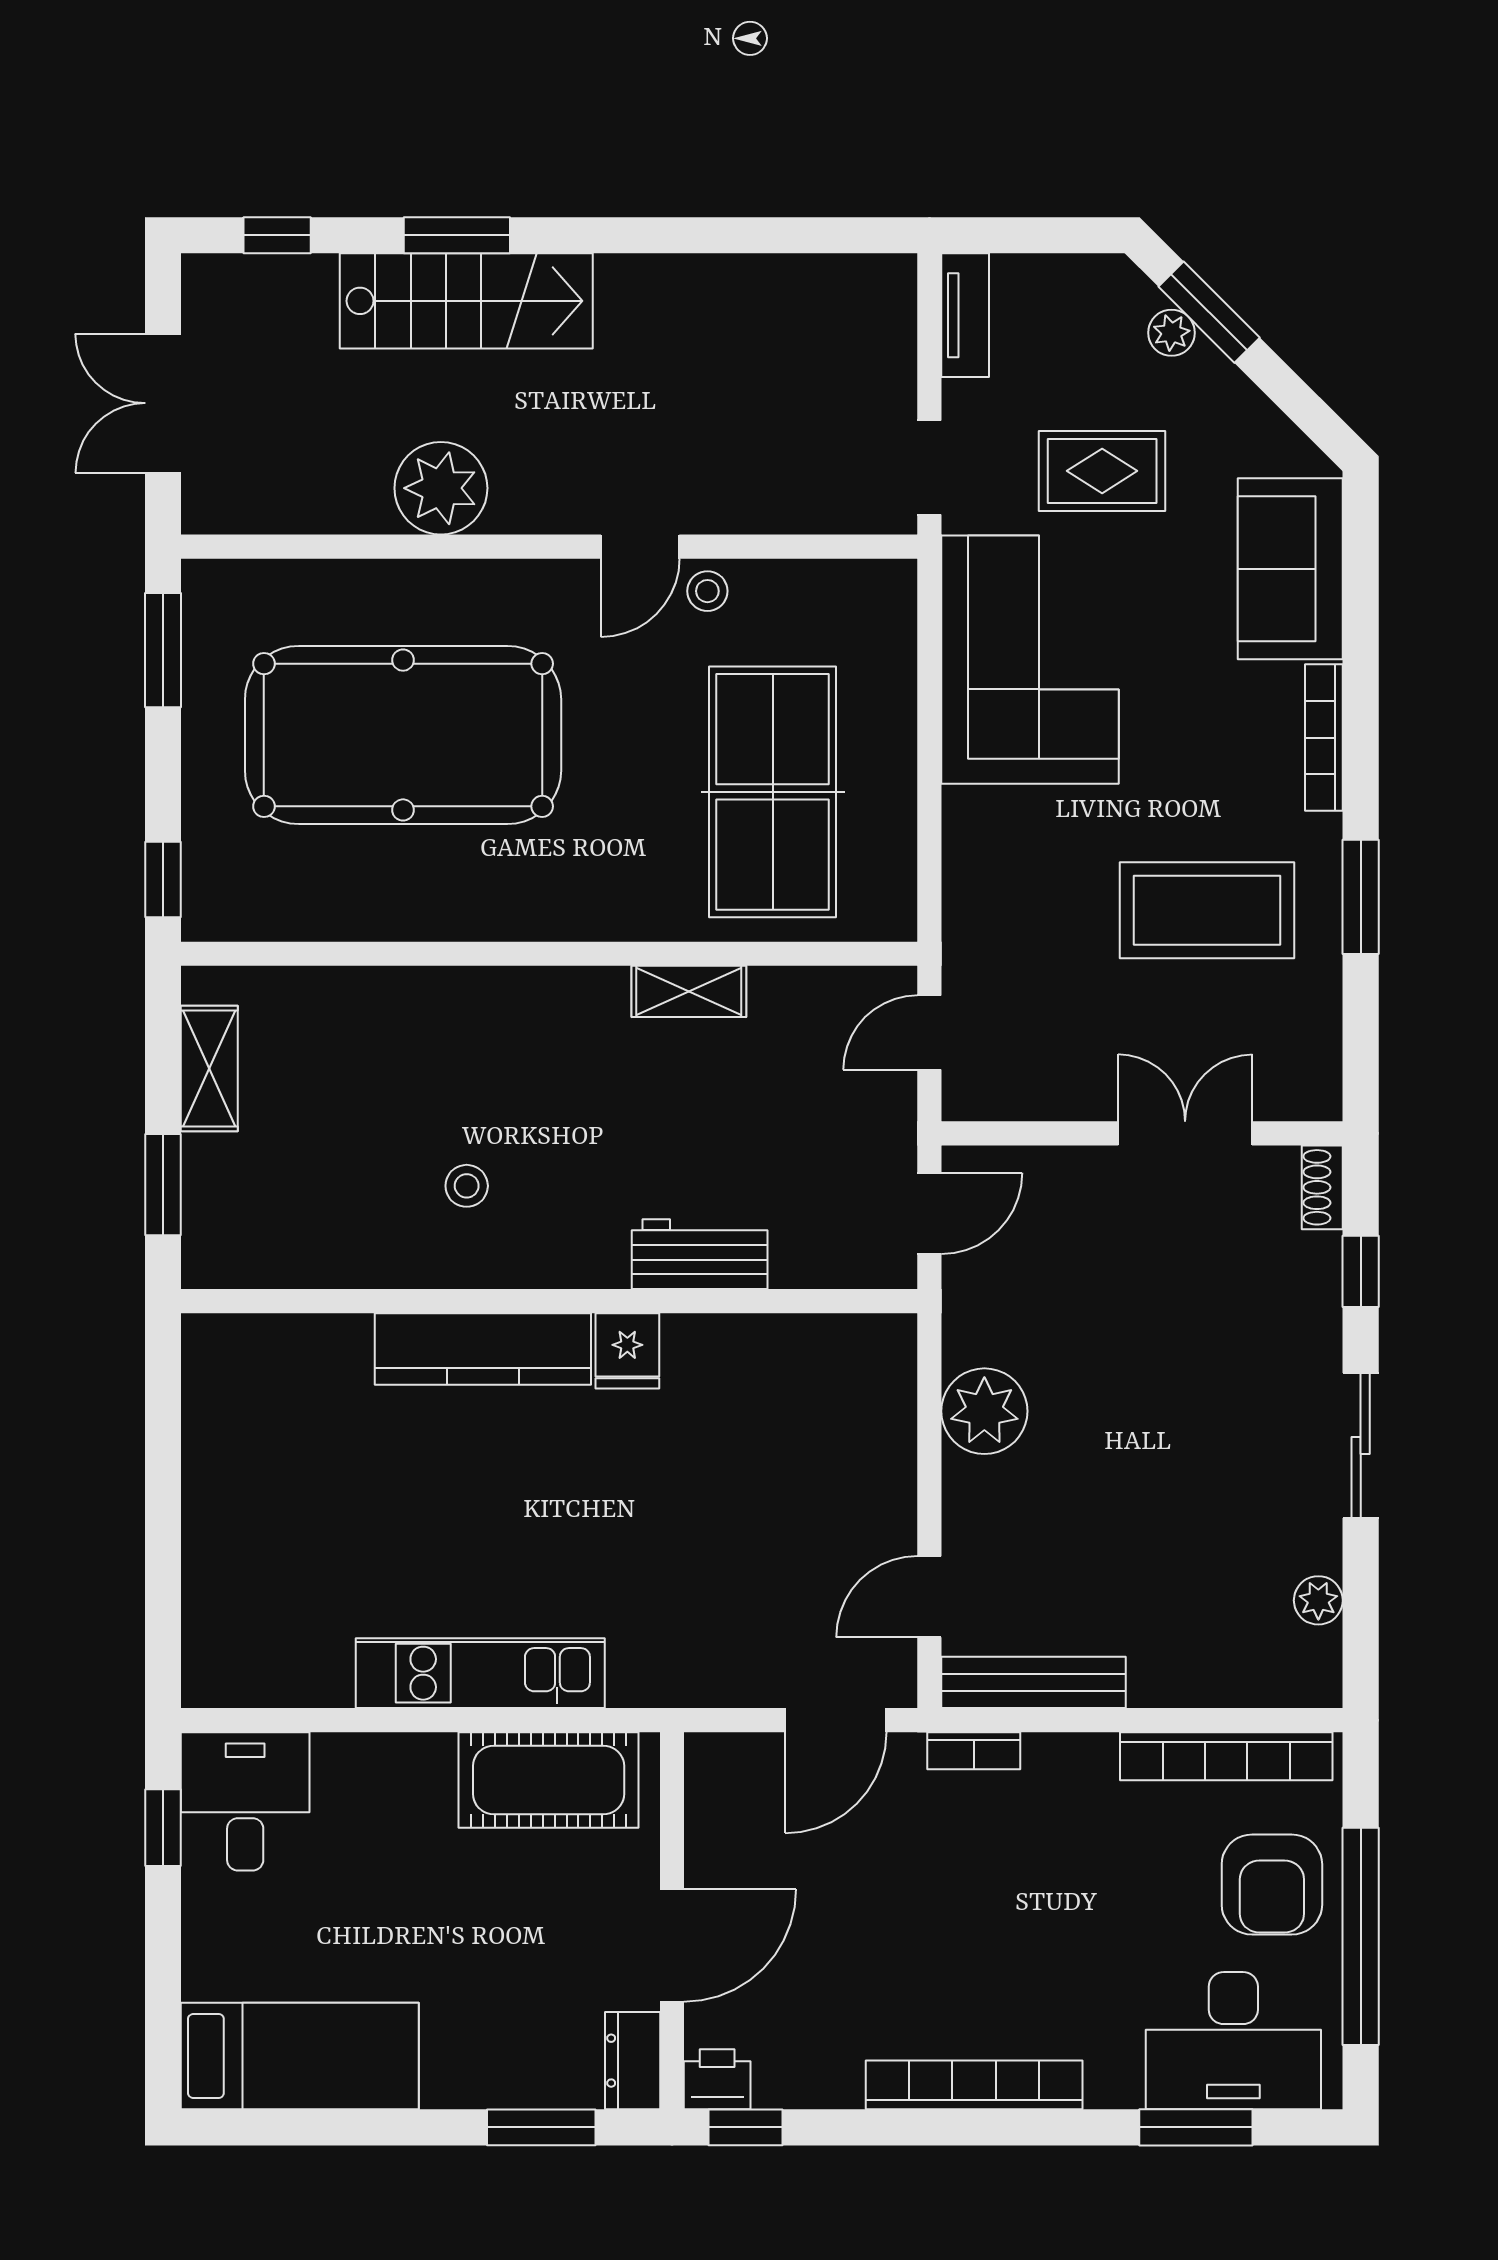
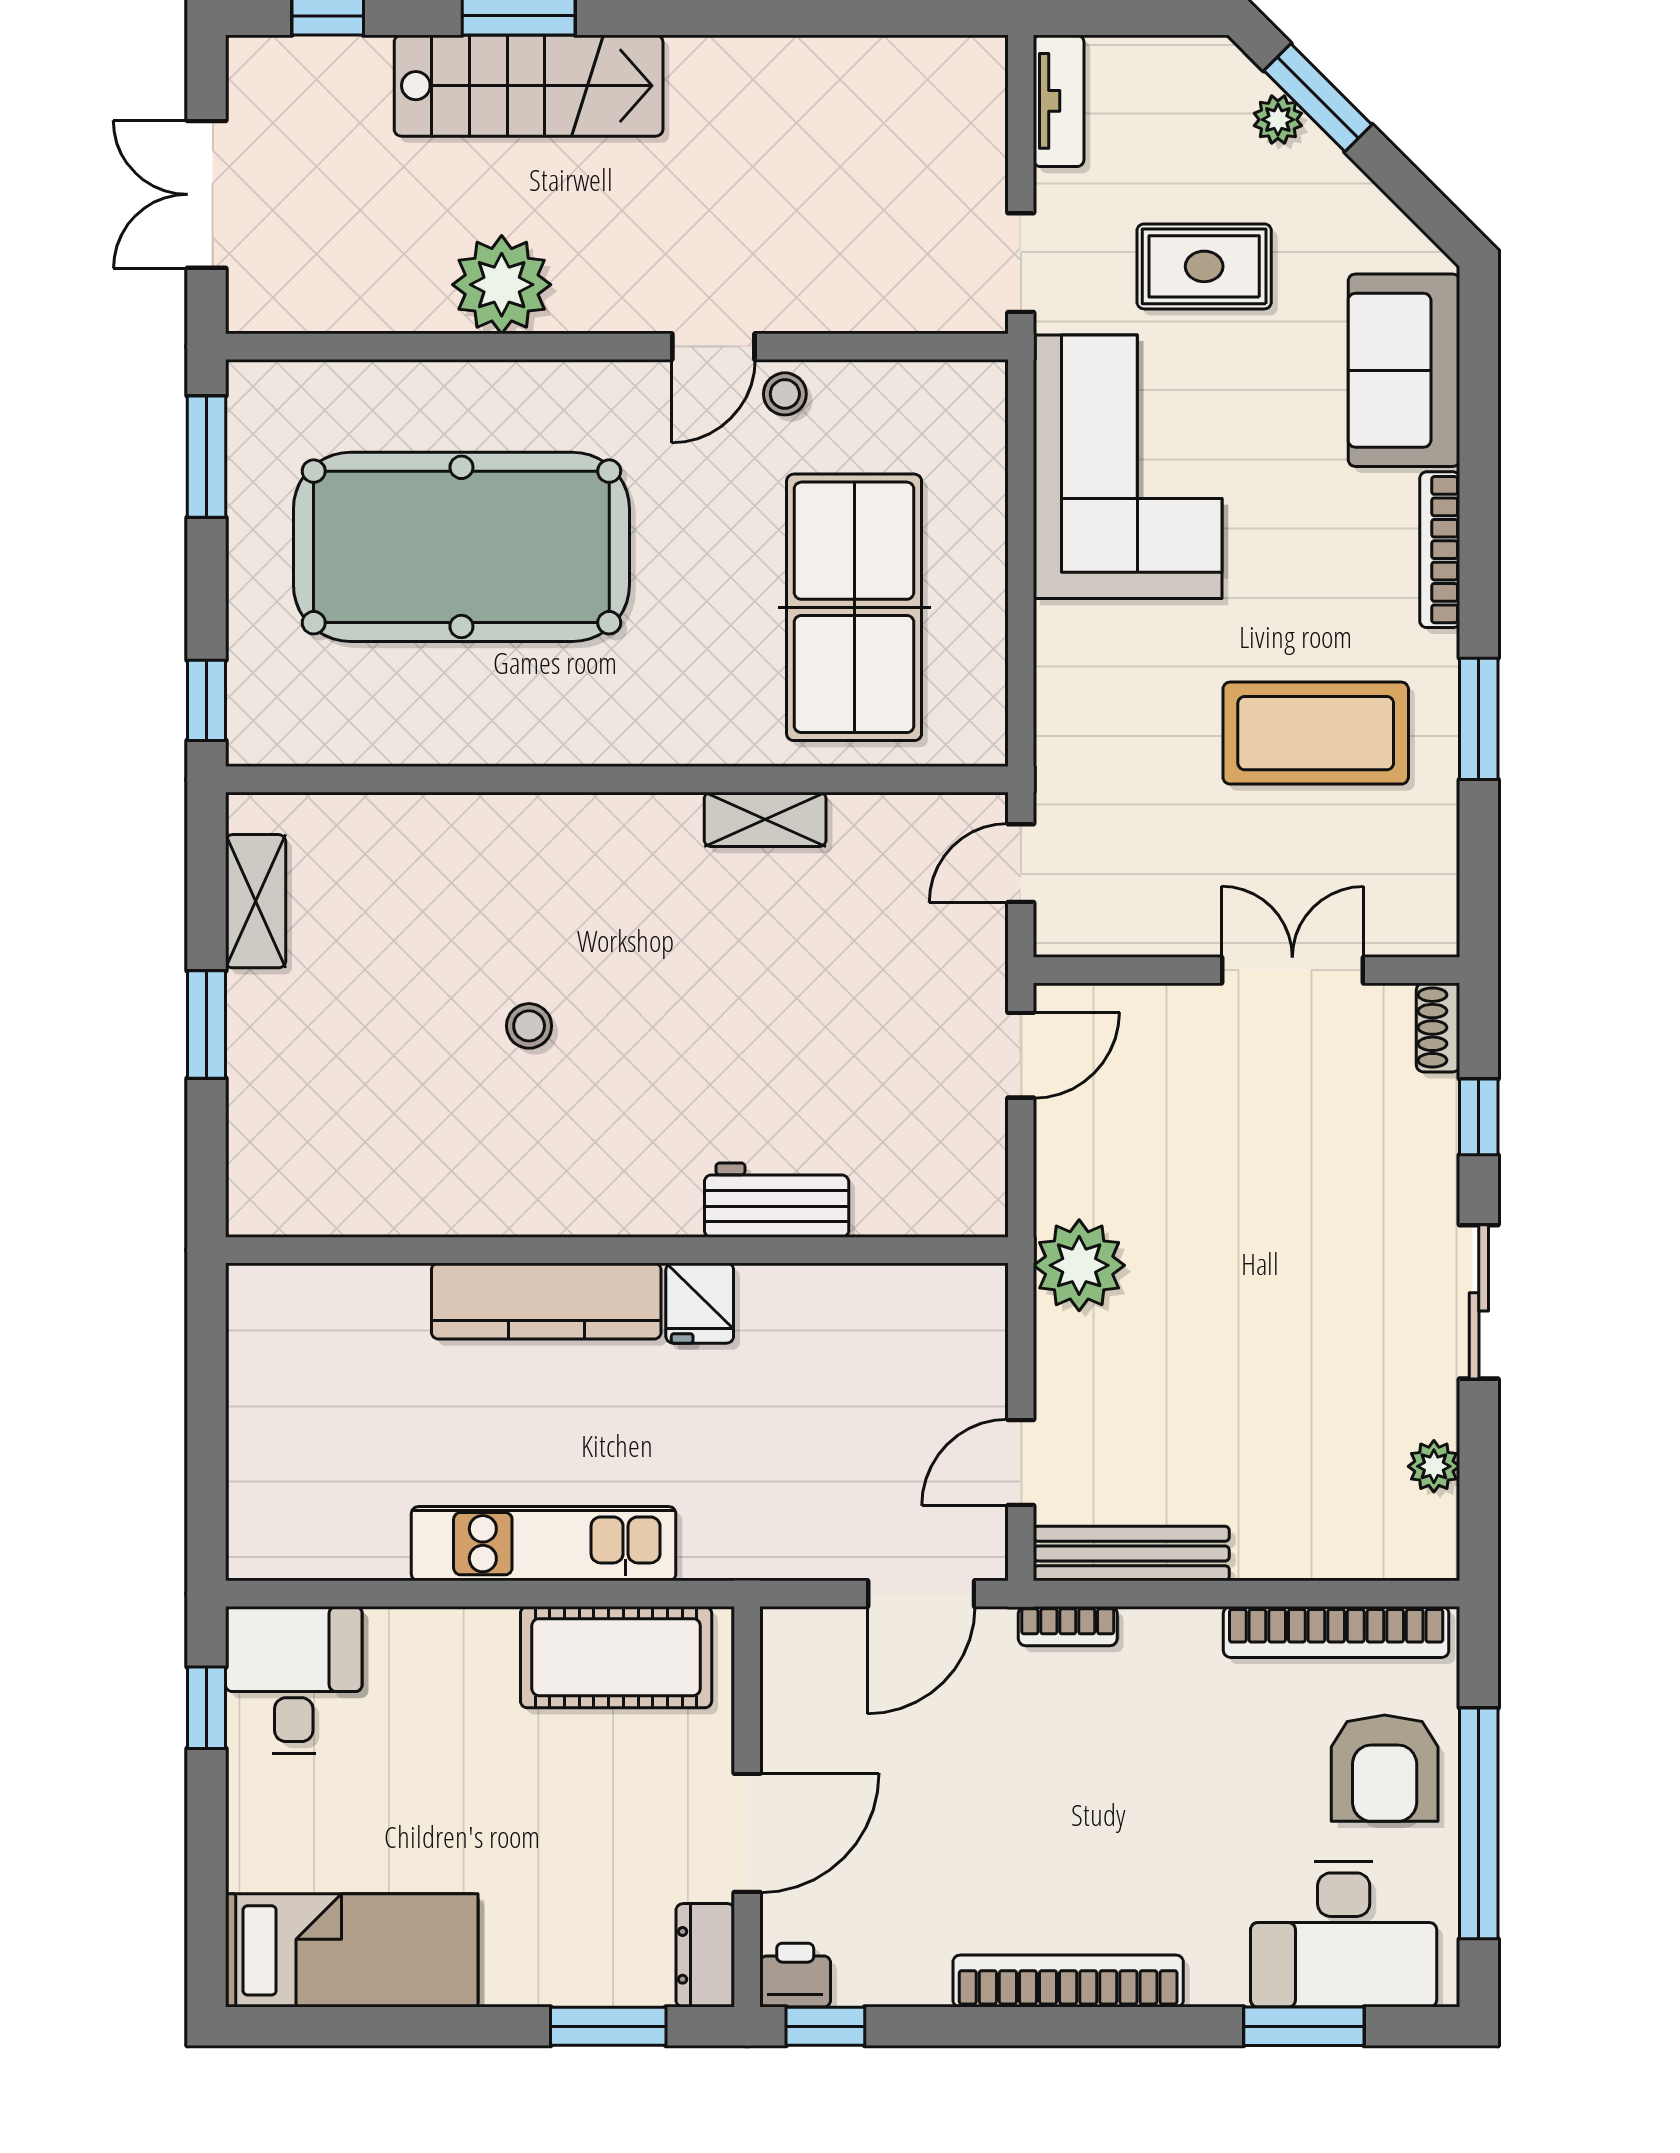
workbench: (700, 1254) -> (777, 1200), moved
wall: (549, 1301) -> (617, 1250), moved
kitchen counter: (483, 1349) -> (546, 1301), moved
fridge: (627, 1351) -> (700, 1303), moved

